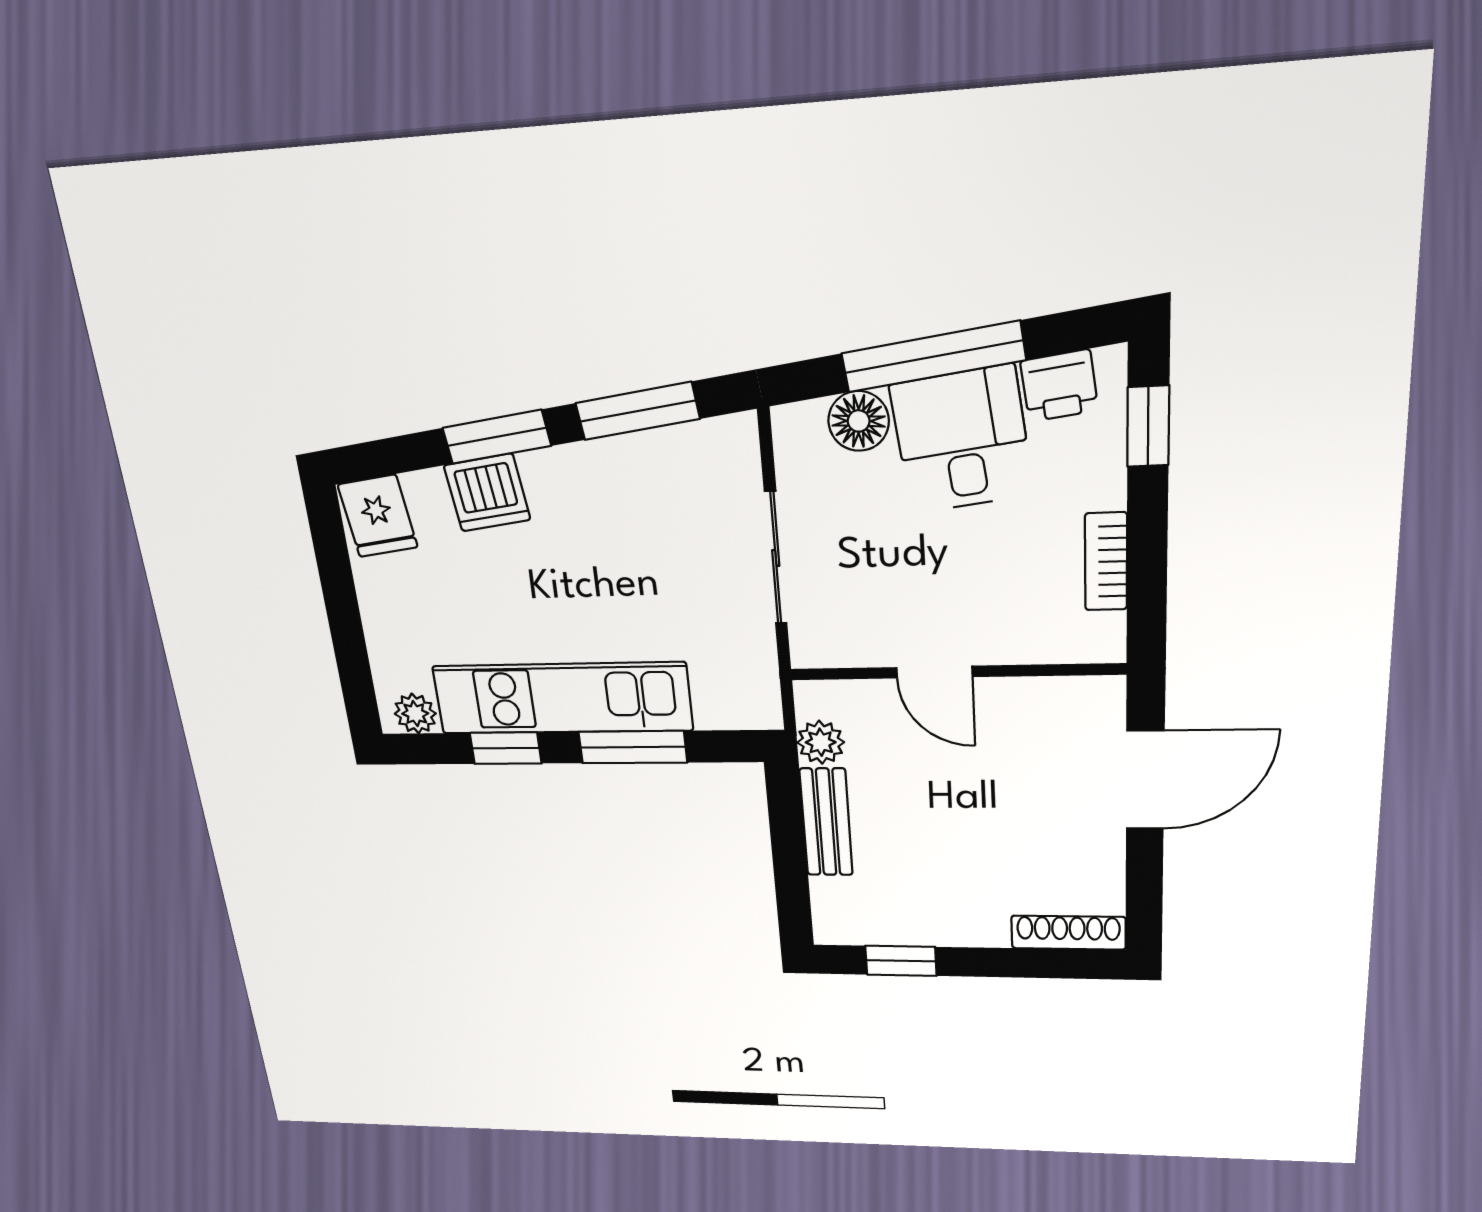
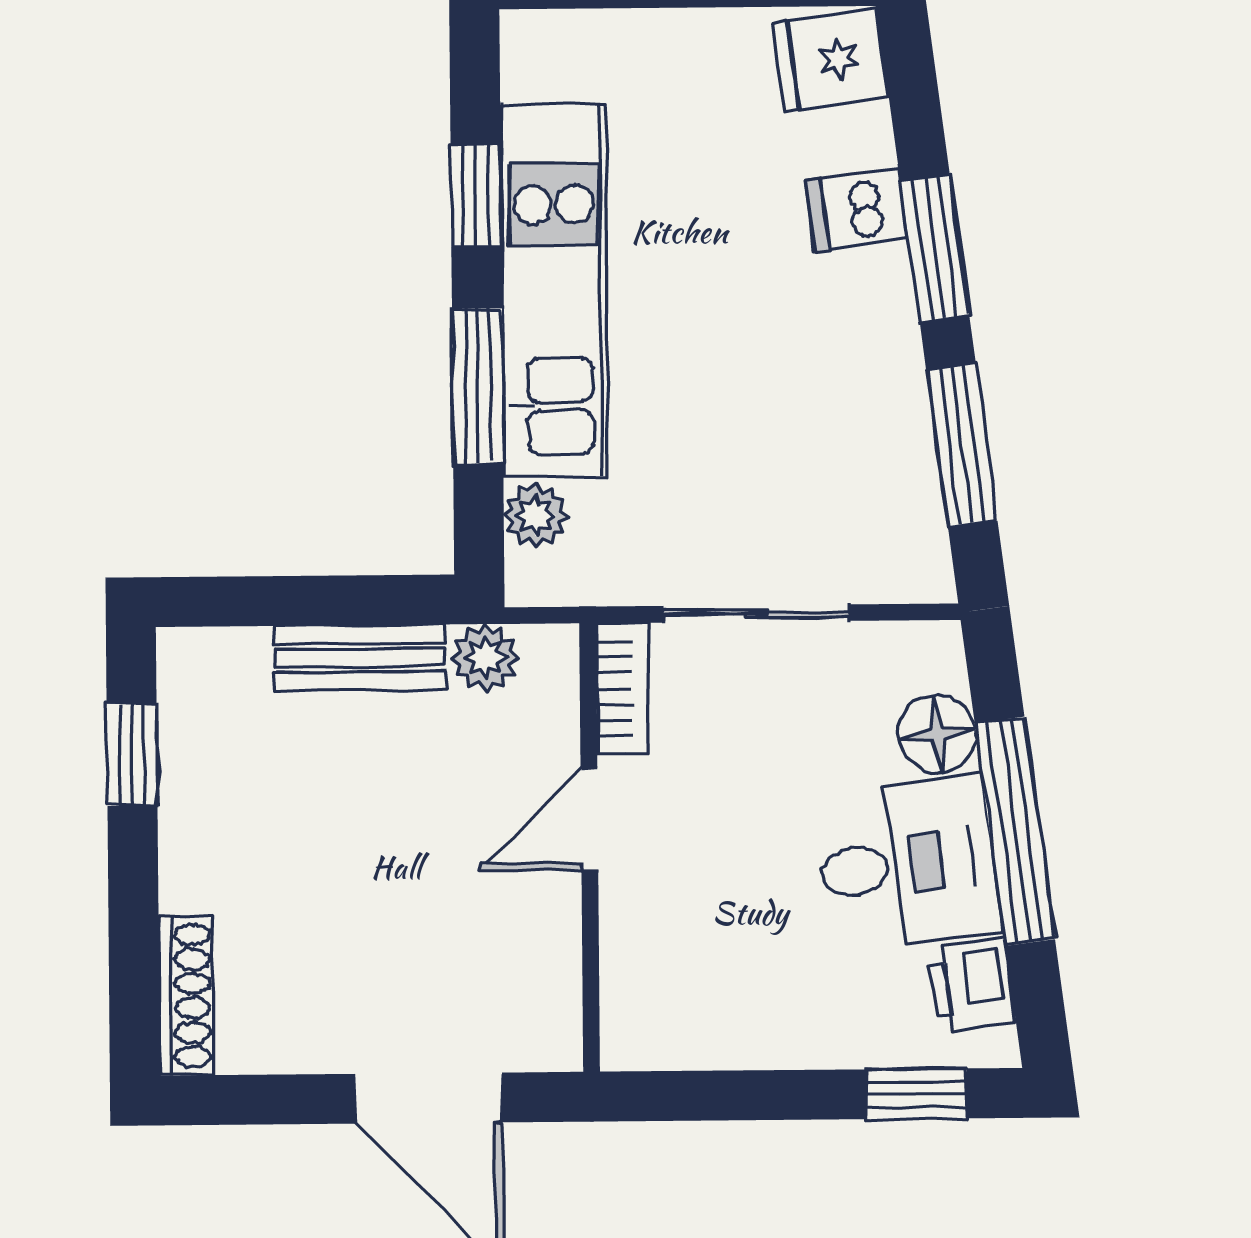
dishwasher: (487, 493) -> (857, 210), width x0.73
bookcase: (1106, 562) -> (623, 689), moved, turned 90
plant: (415, 714) -> (535, 516), moved

